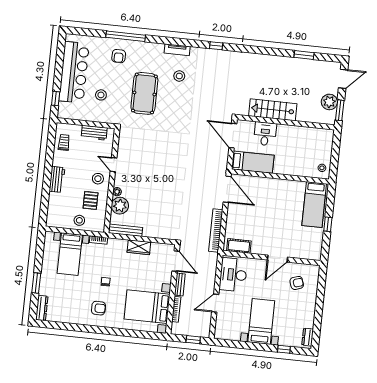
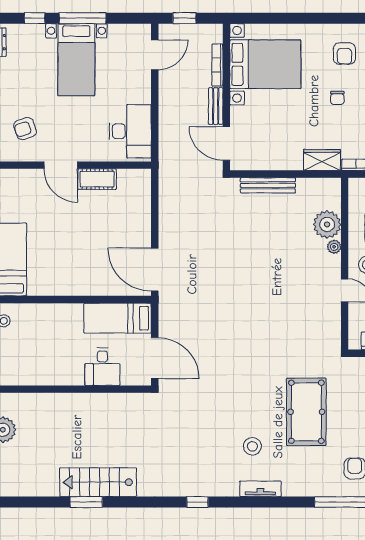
window: (304, 55) -> (86, 502), moved
stairs: (273, 110) -> (98, 482), moved, turned 180
bench: (126, 230) -> (268, 185), moved
bookcase: (216, 230) -> (166, 200), removed
cot: (239, 246) -> (97, 179), moved
wardrobe: (139, 247) -> (322, 160), moved
door: (278, 259) -> (61, 165), swing flipped
door: (215, 303) -> (155, 55), moved
armchair: (98, 308) -> (344, 54), turned -90
window: (255, 346) -> (83, 18), added

